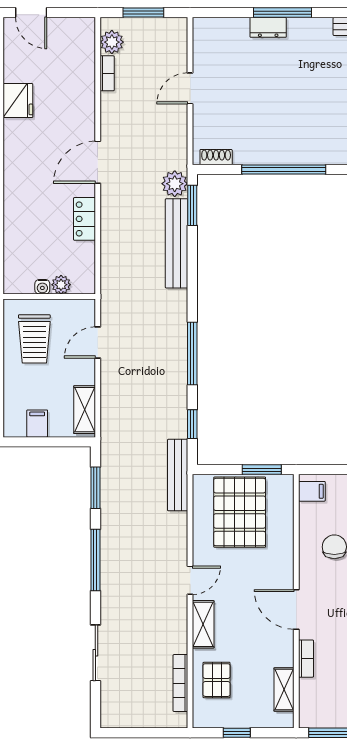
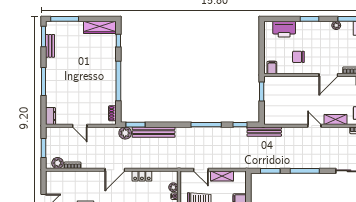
dresser: (268, 27) -> (51, 116), moved
door: (98, 162) -> (115, 170), hinge flipped
shelving: (85, 410) -> (222, 176), moved
pallet: (240, 512) -> (282, 102), removed

